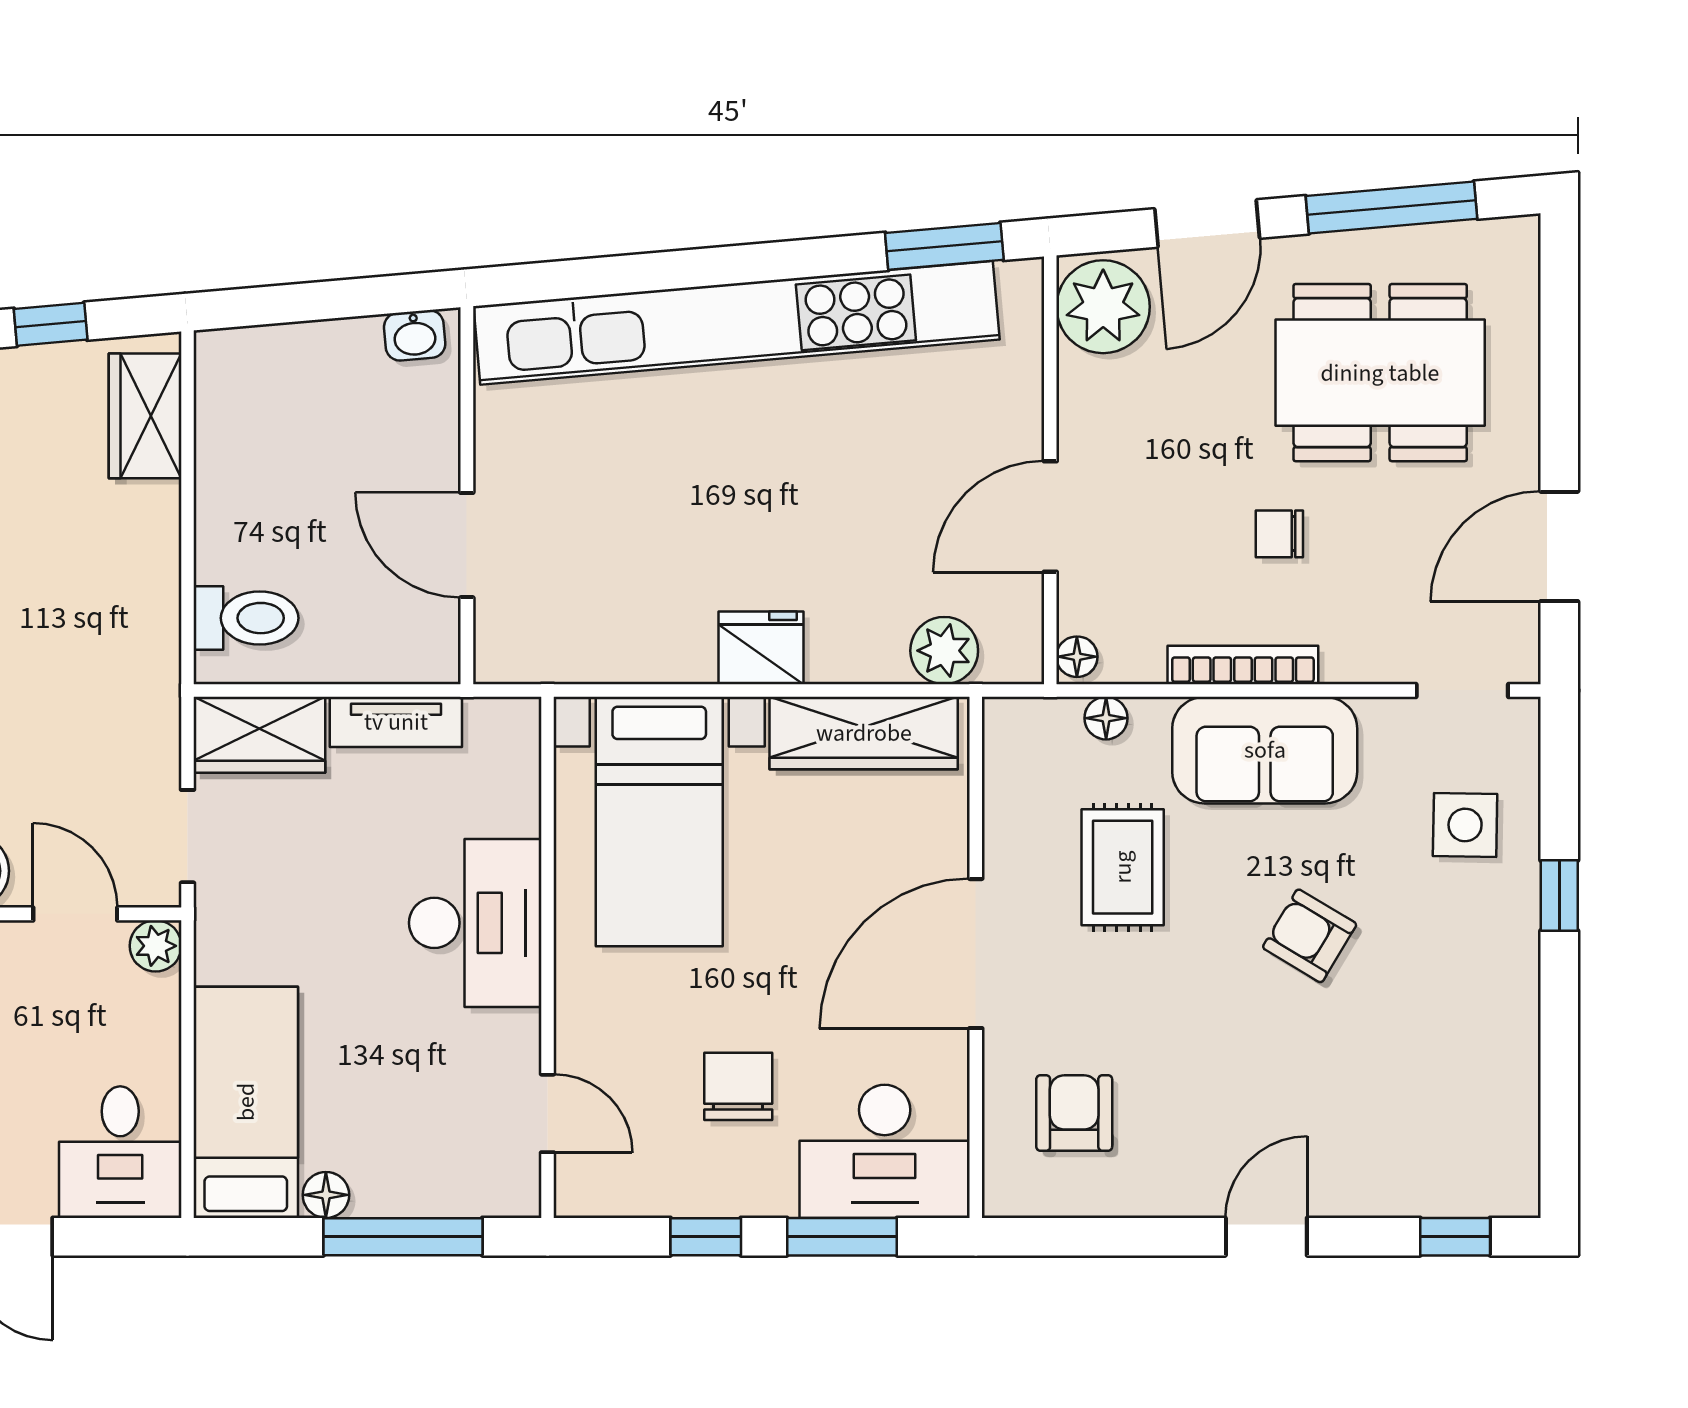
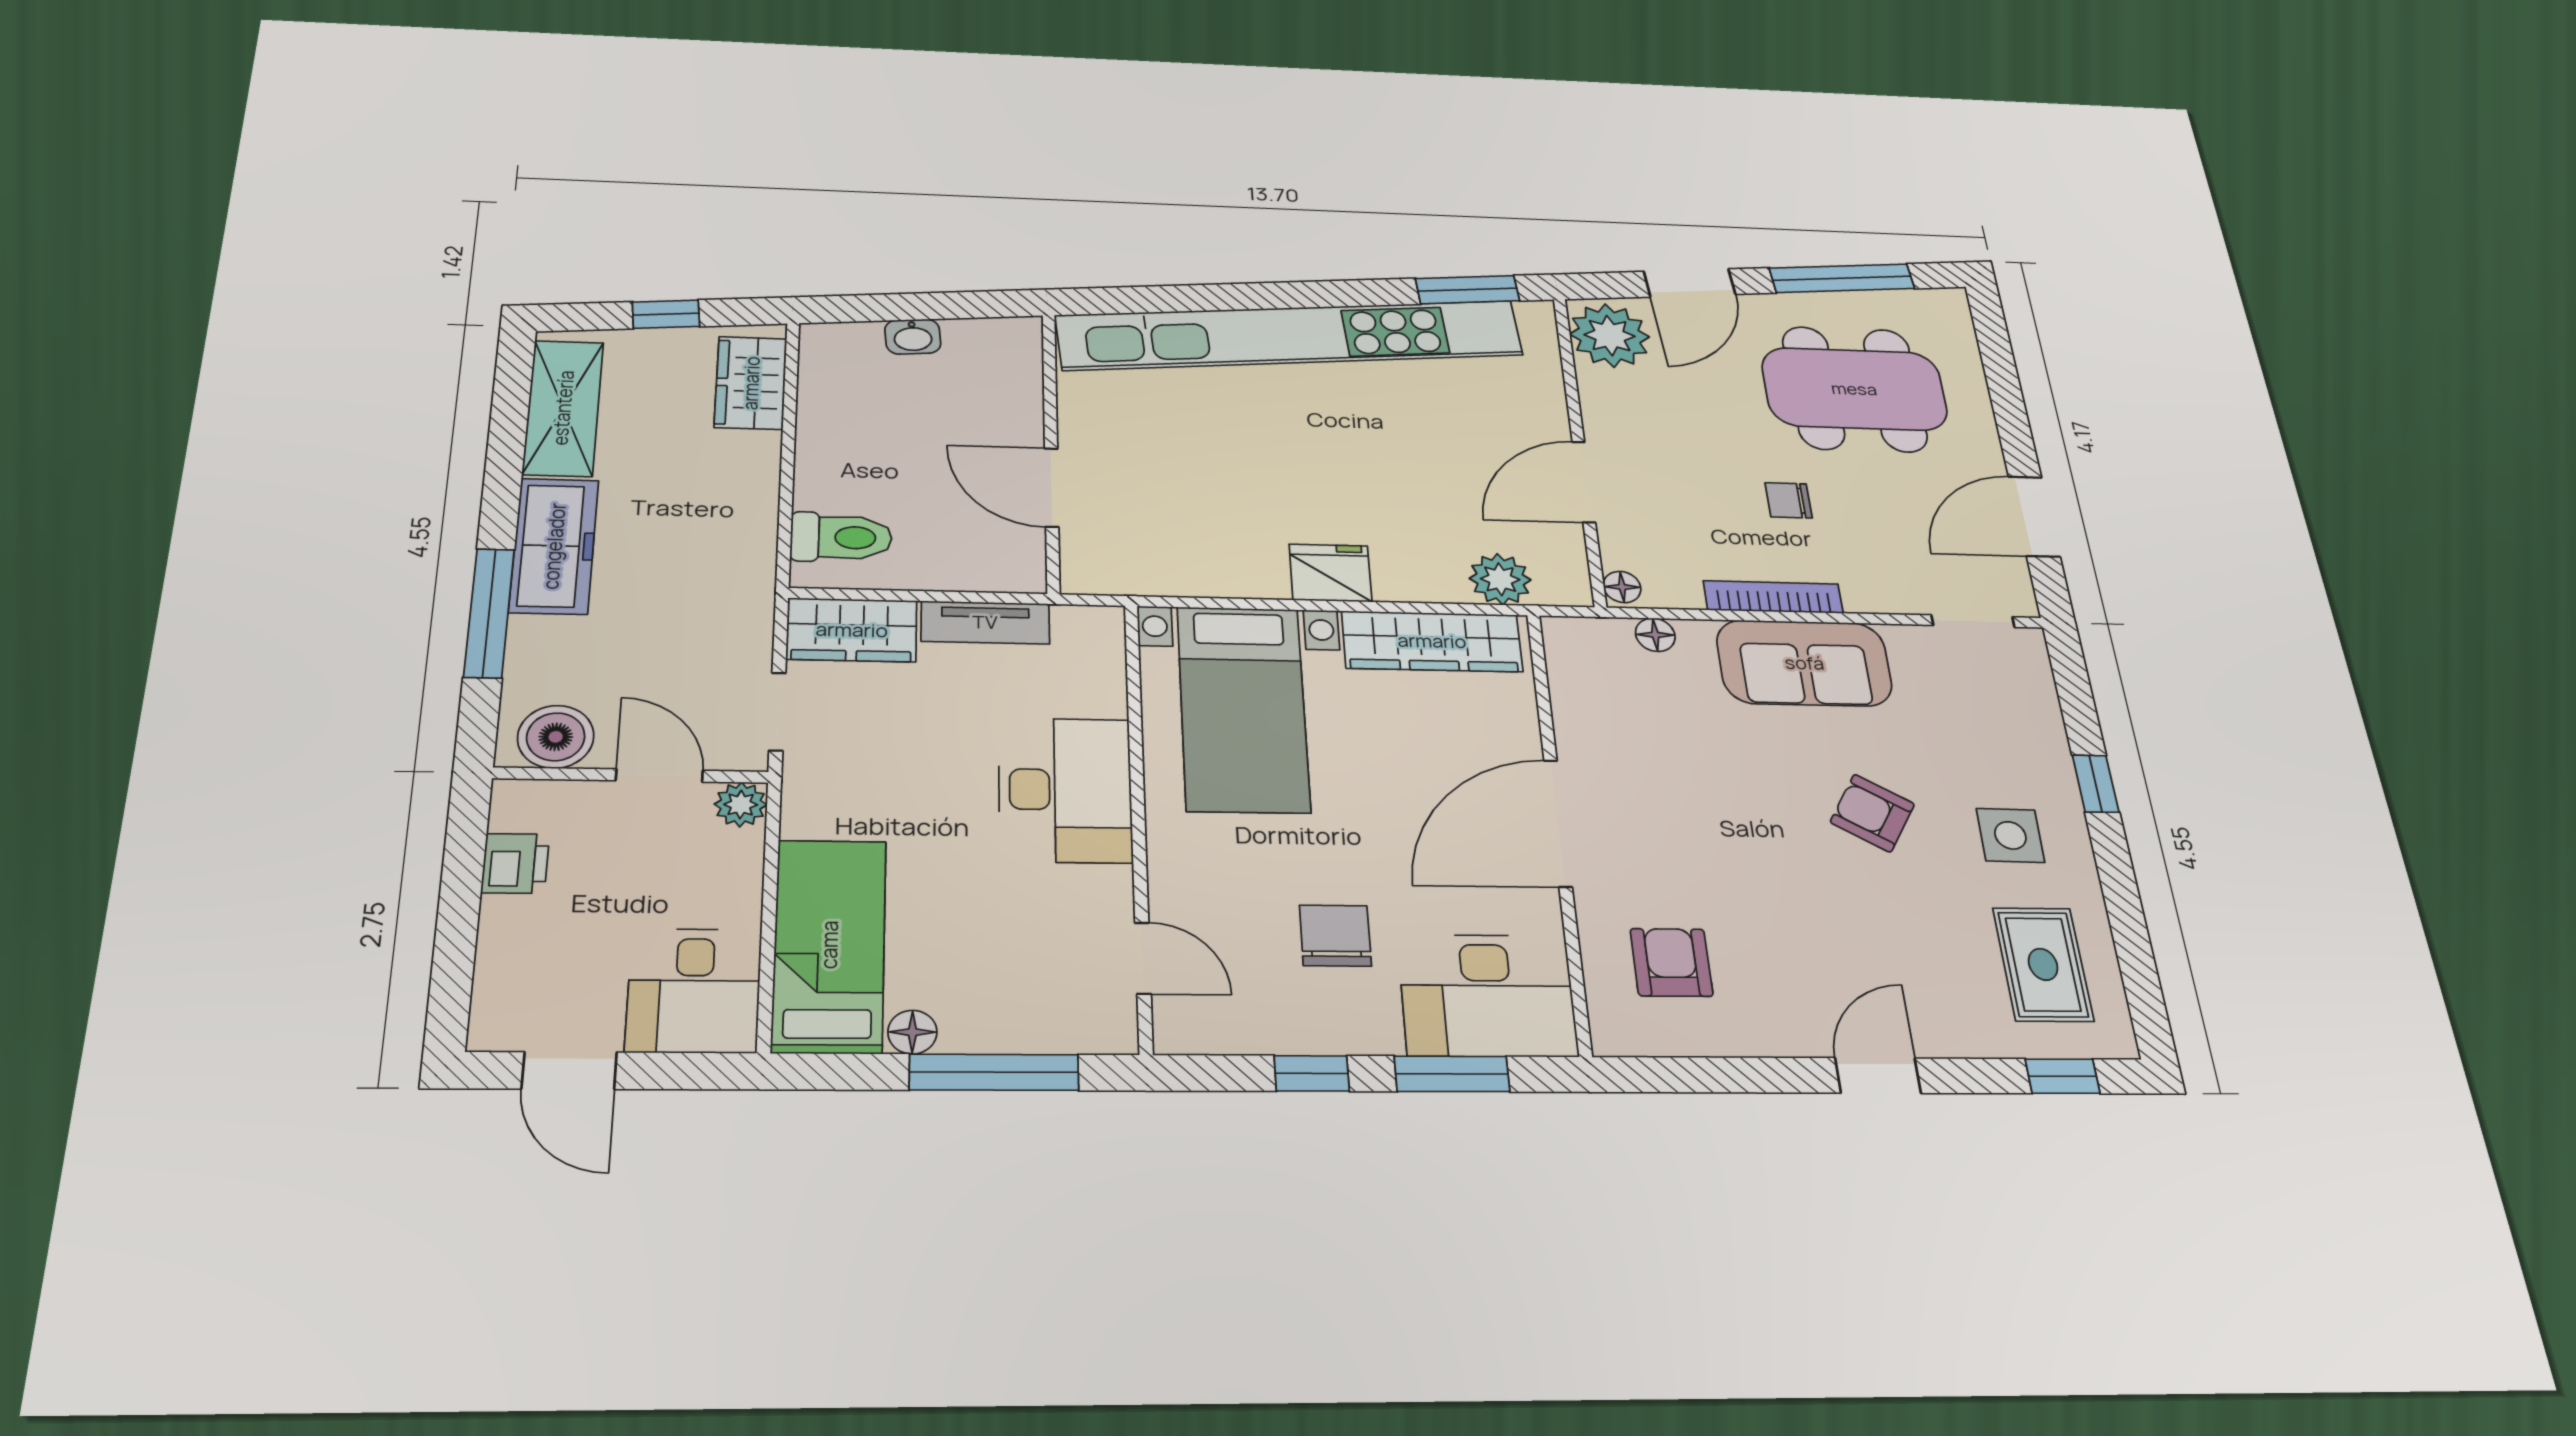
washbasin: (415, 335) -> (913, 337), moved
side table: (1465, 825) -> (2010, 835), moved
rug: (1123, 867) -> (2043, 964), moved

